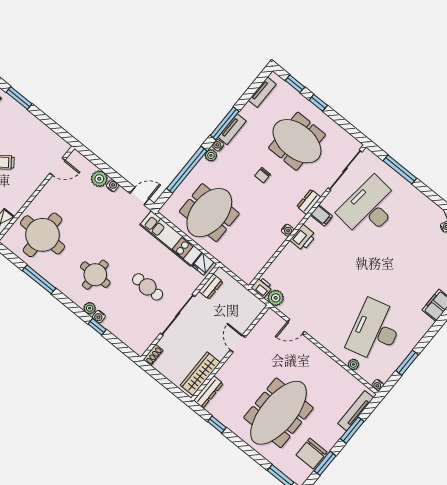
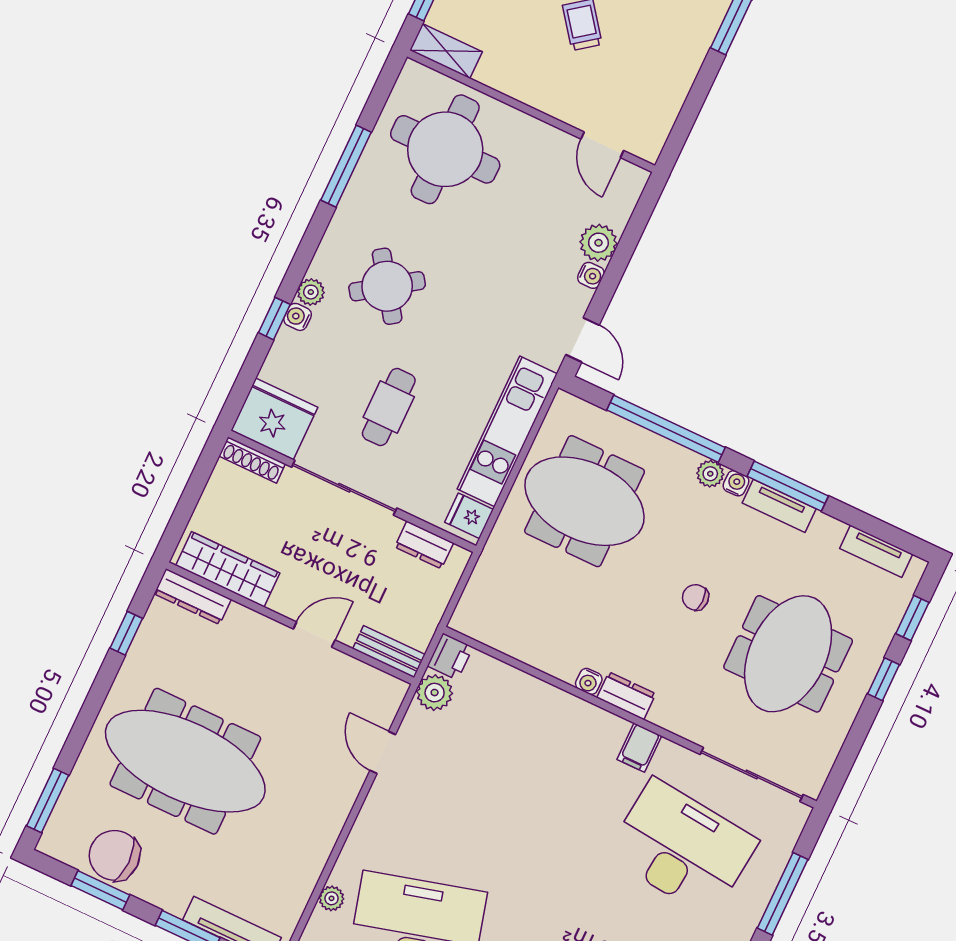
dresser: (309, 202) -> (626, 696), moved
printer: (303, 238) -> (581, 719), removed
round table: (95, 275) -> (387, 286), turned -35
bench: (253, 313) -> (389, 652), added
fridge: (140, 338) -> (274, 419), added
shoe rack: (153, 355) -> (252, 460), width x1.43

